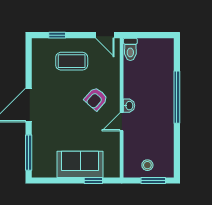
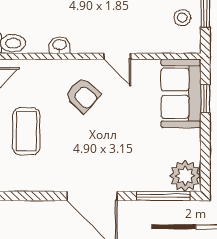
washbasin: (129, 106) -> (59, 45), moved
sofa: (80, 164) -> (181, 93), moved
plant: (42, 167) -> (185, 176), added

